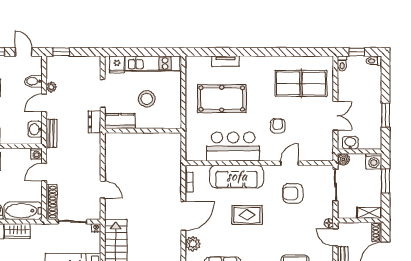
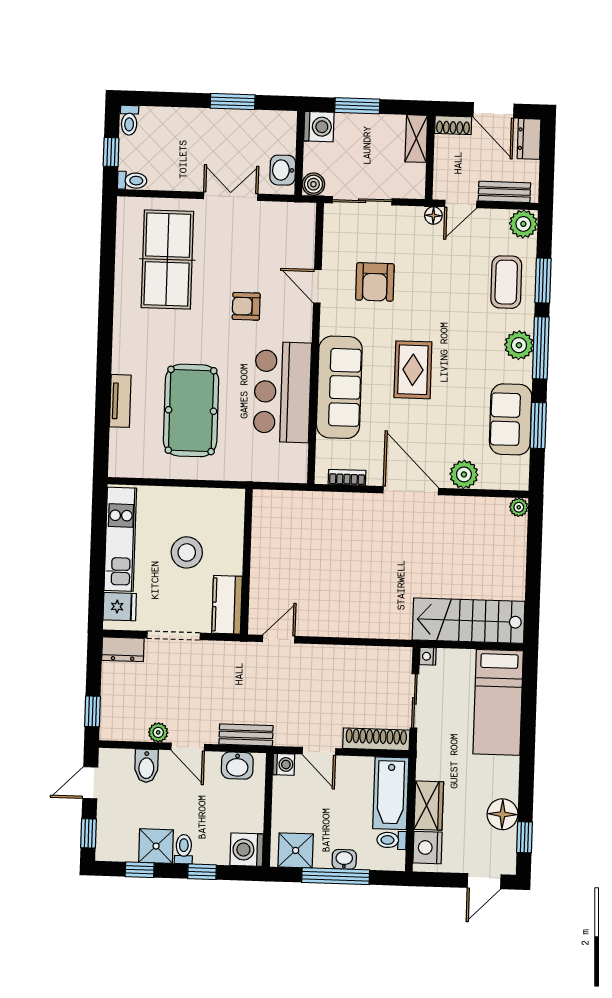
dresser: (94, 122) -> (123, 649), moved
door: (103, 190) -> (279, 639), moved

